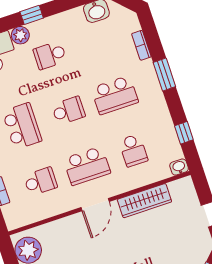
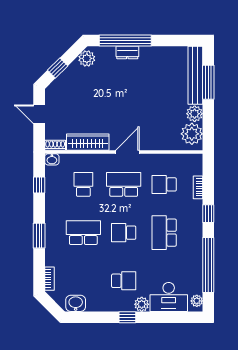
bookcase: (141, 45) -> (49, 279), moved
shoe rack: (181, 185) -> (55, 145), added

